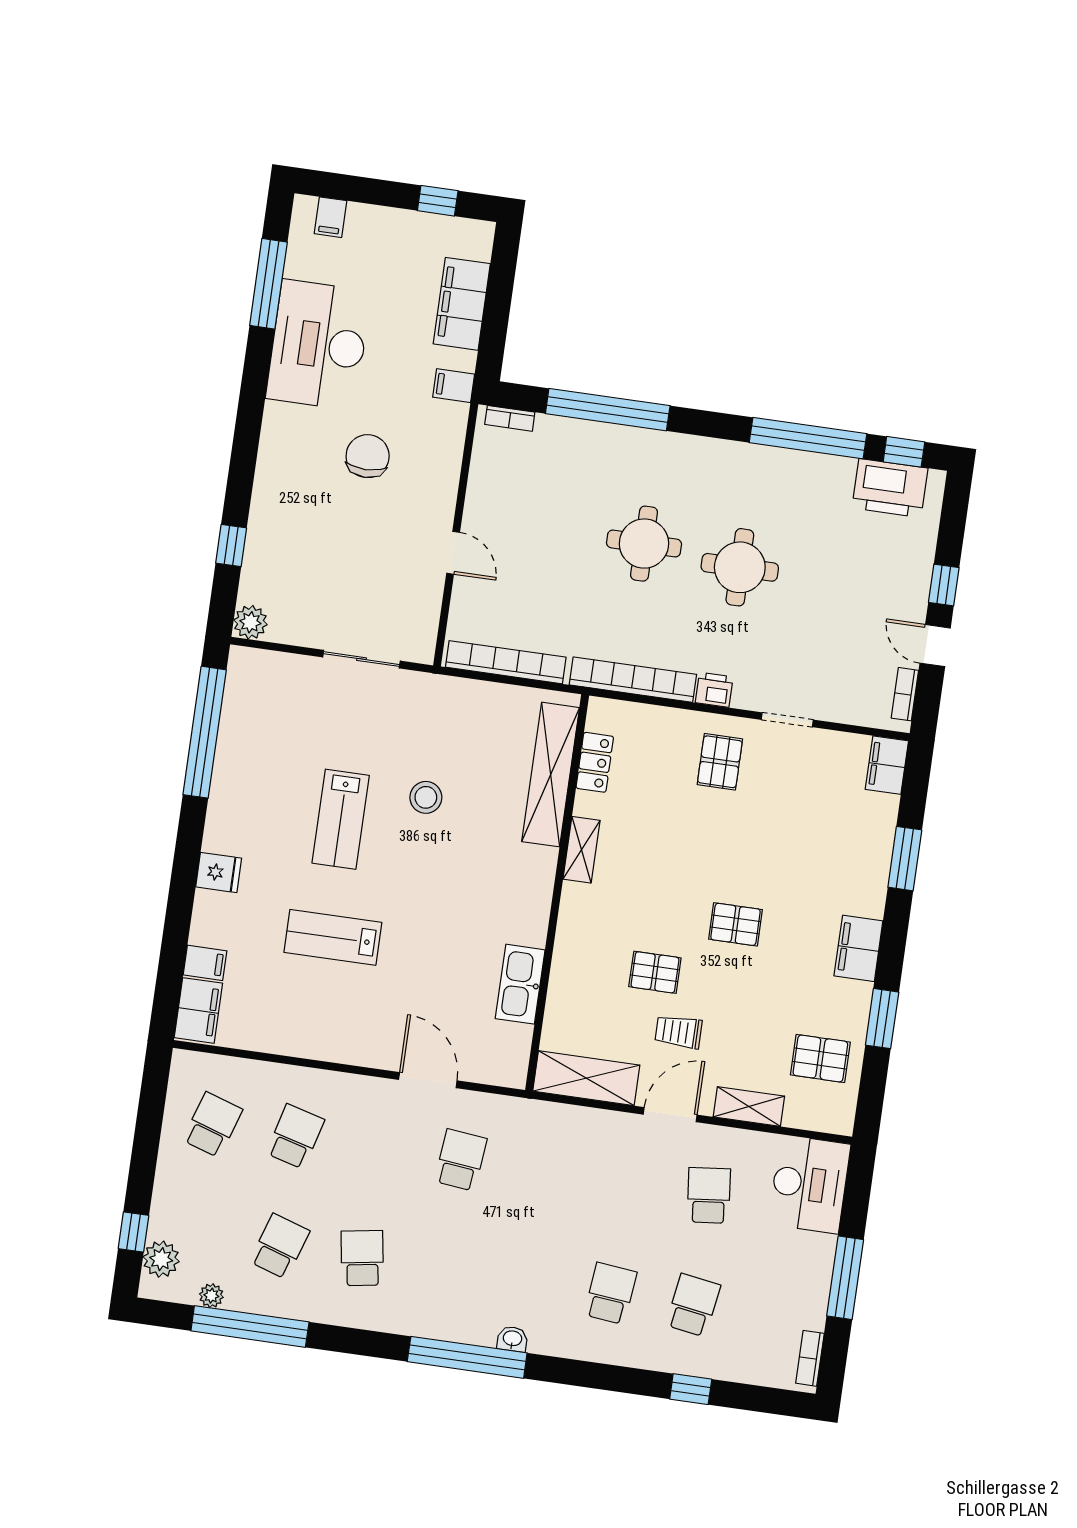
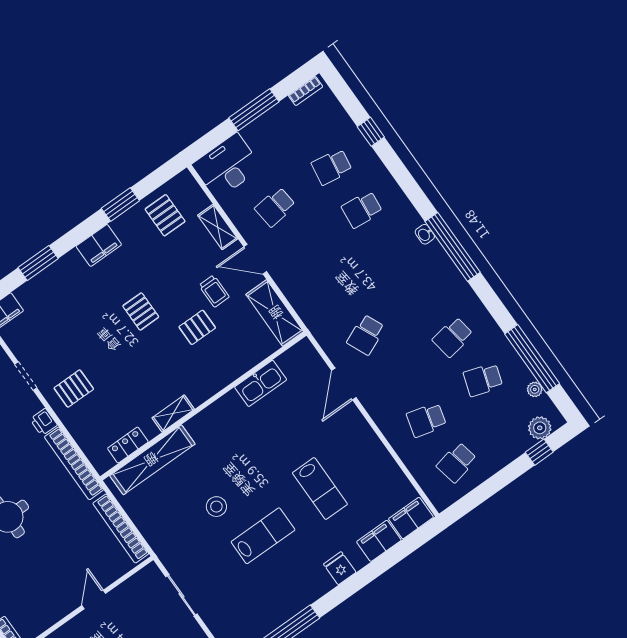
filing cabinet: (205, 963) -> (379, 541), width x2.00
pallet: (655, 972) -> (197, 327), turned 90
school desk: (212, 1125) -> (457, 462), turned -30
school desk: (461, 1160) -> (366, 335), turned -30

